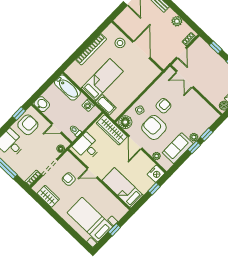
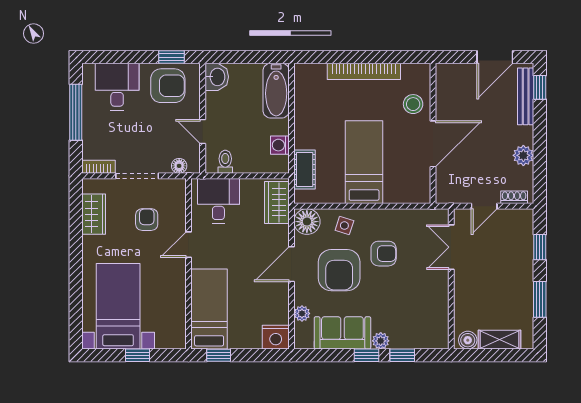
bed: (102, 80) -> (364, 162), moved, turned -90
armchair: (154, 127) -> (339, 270), turned 180
wardrobe: (112, 130) -> (277, 202), width x0.67
door: (92, 173) -> (189, 245), hinge flipped
window: (154, 189) -> (219, 355), moved

